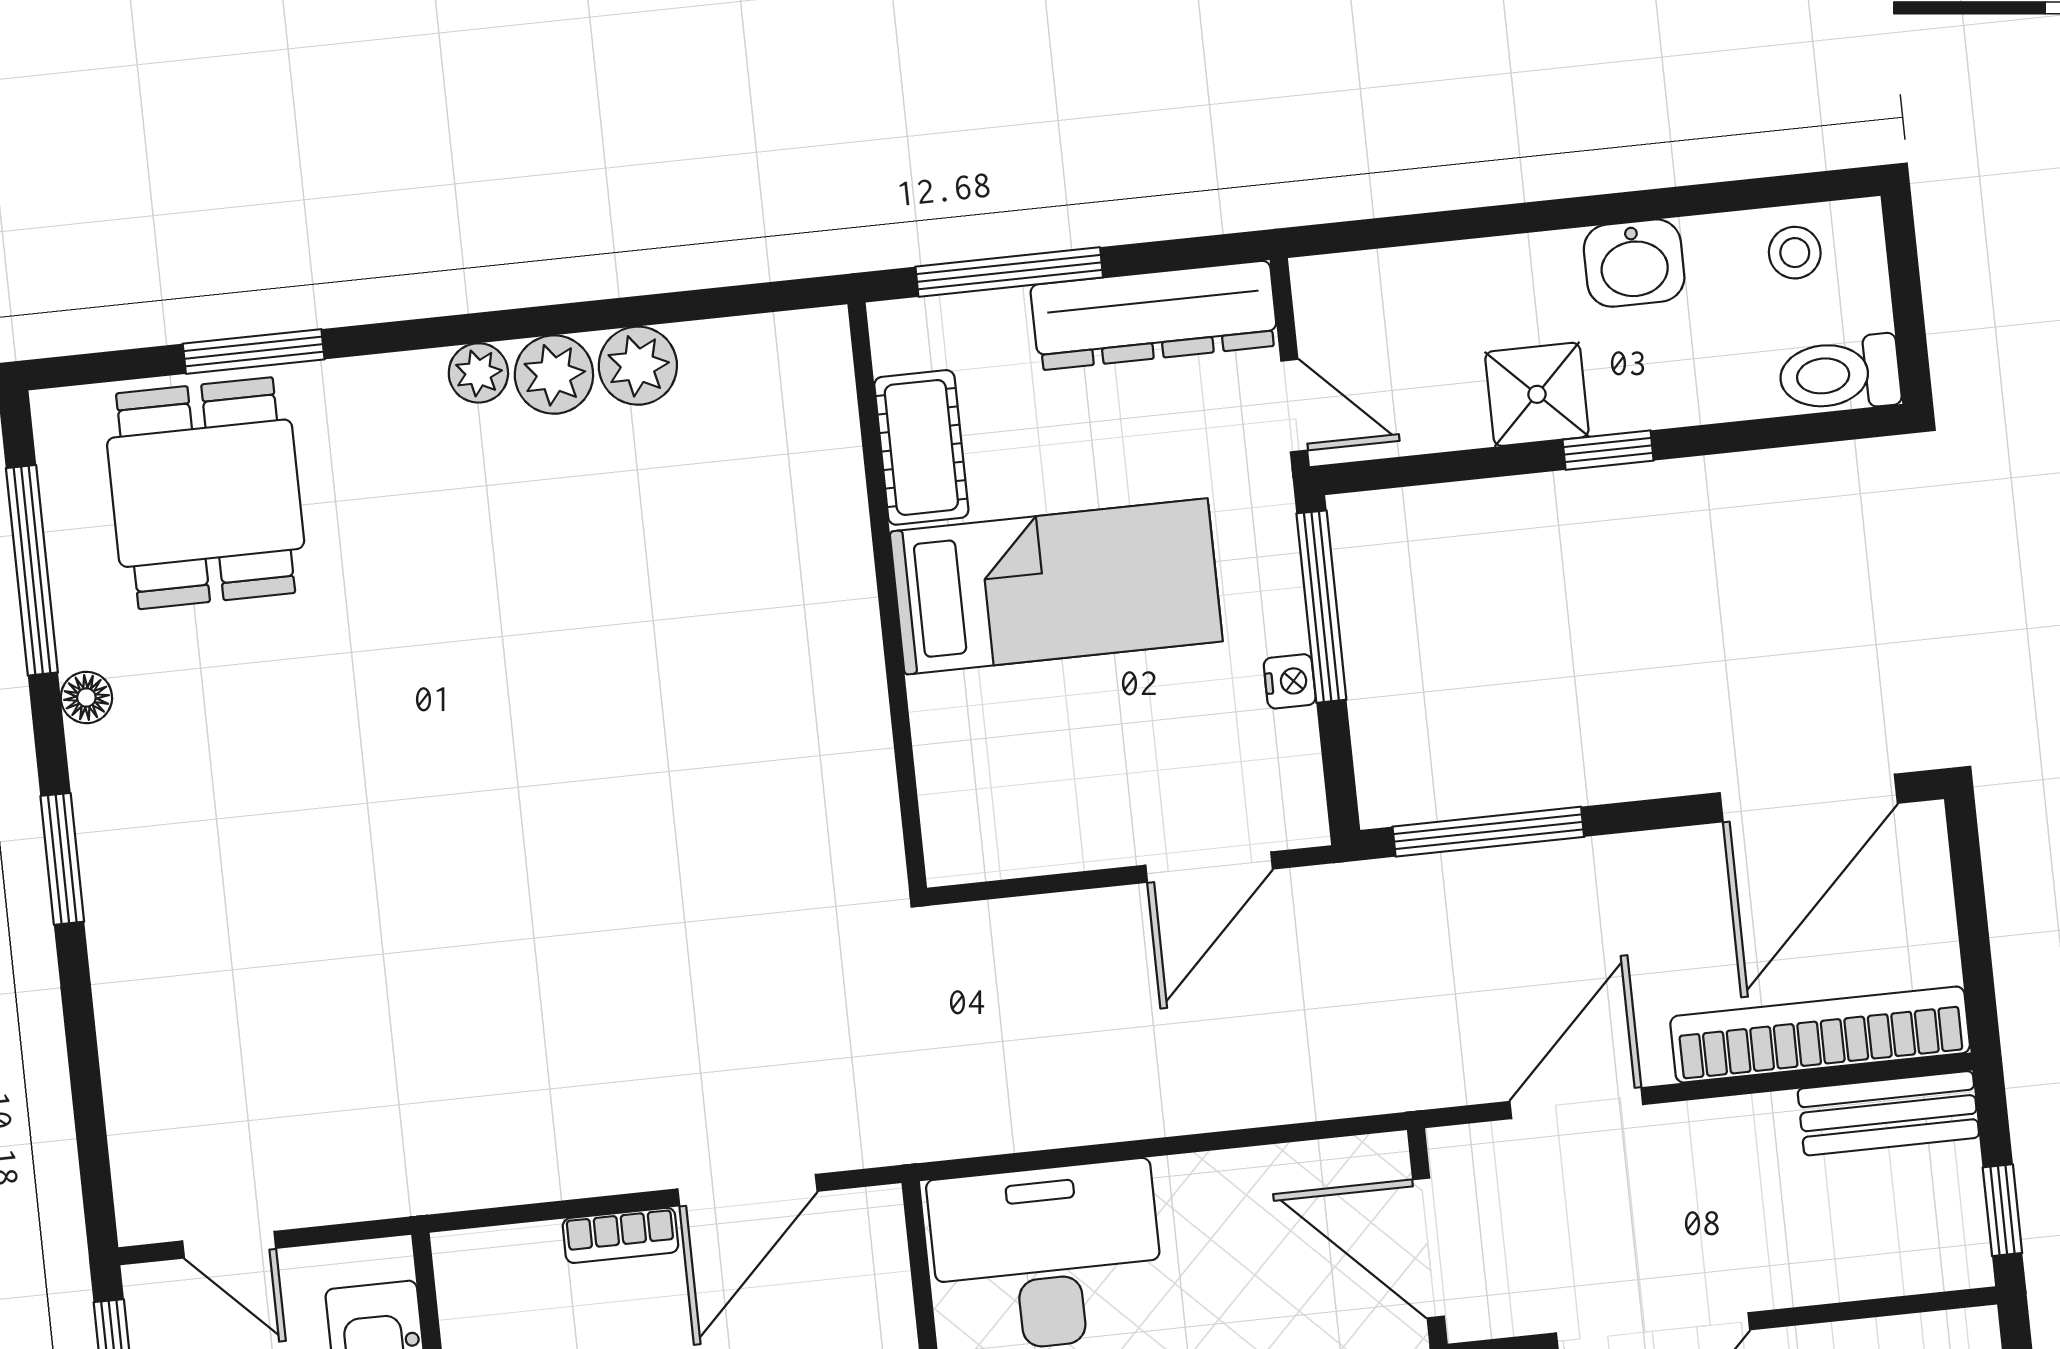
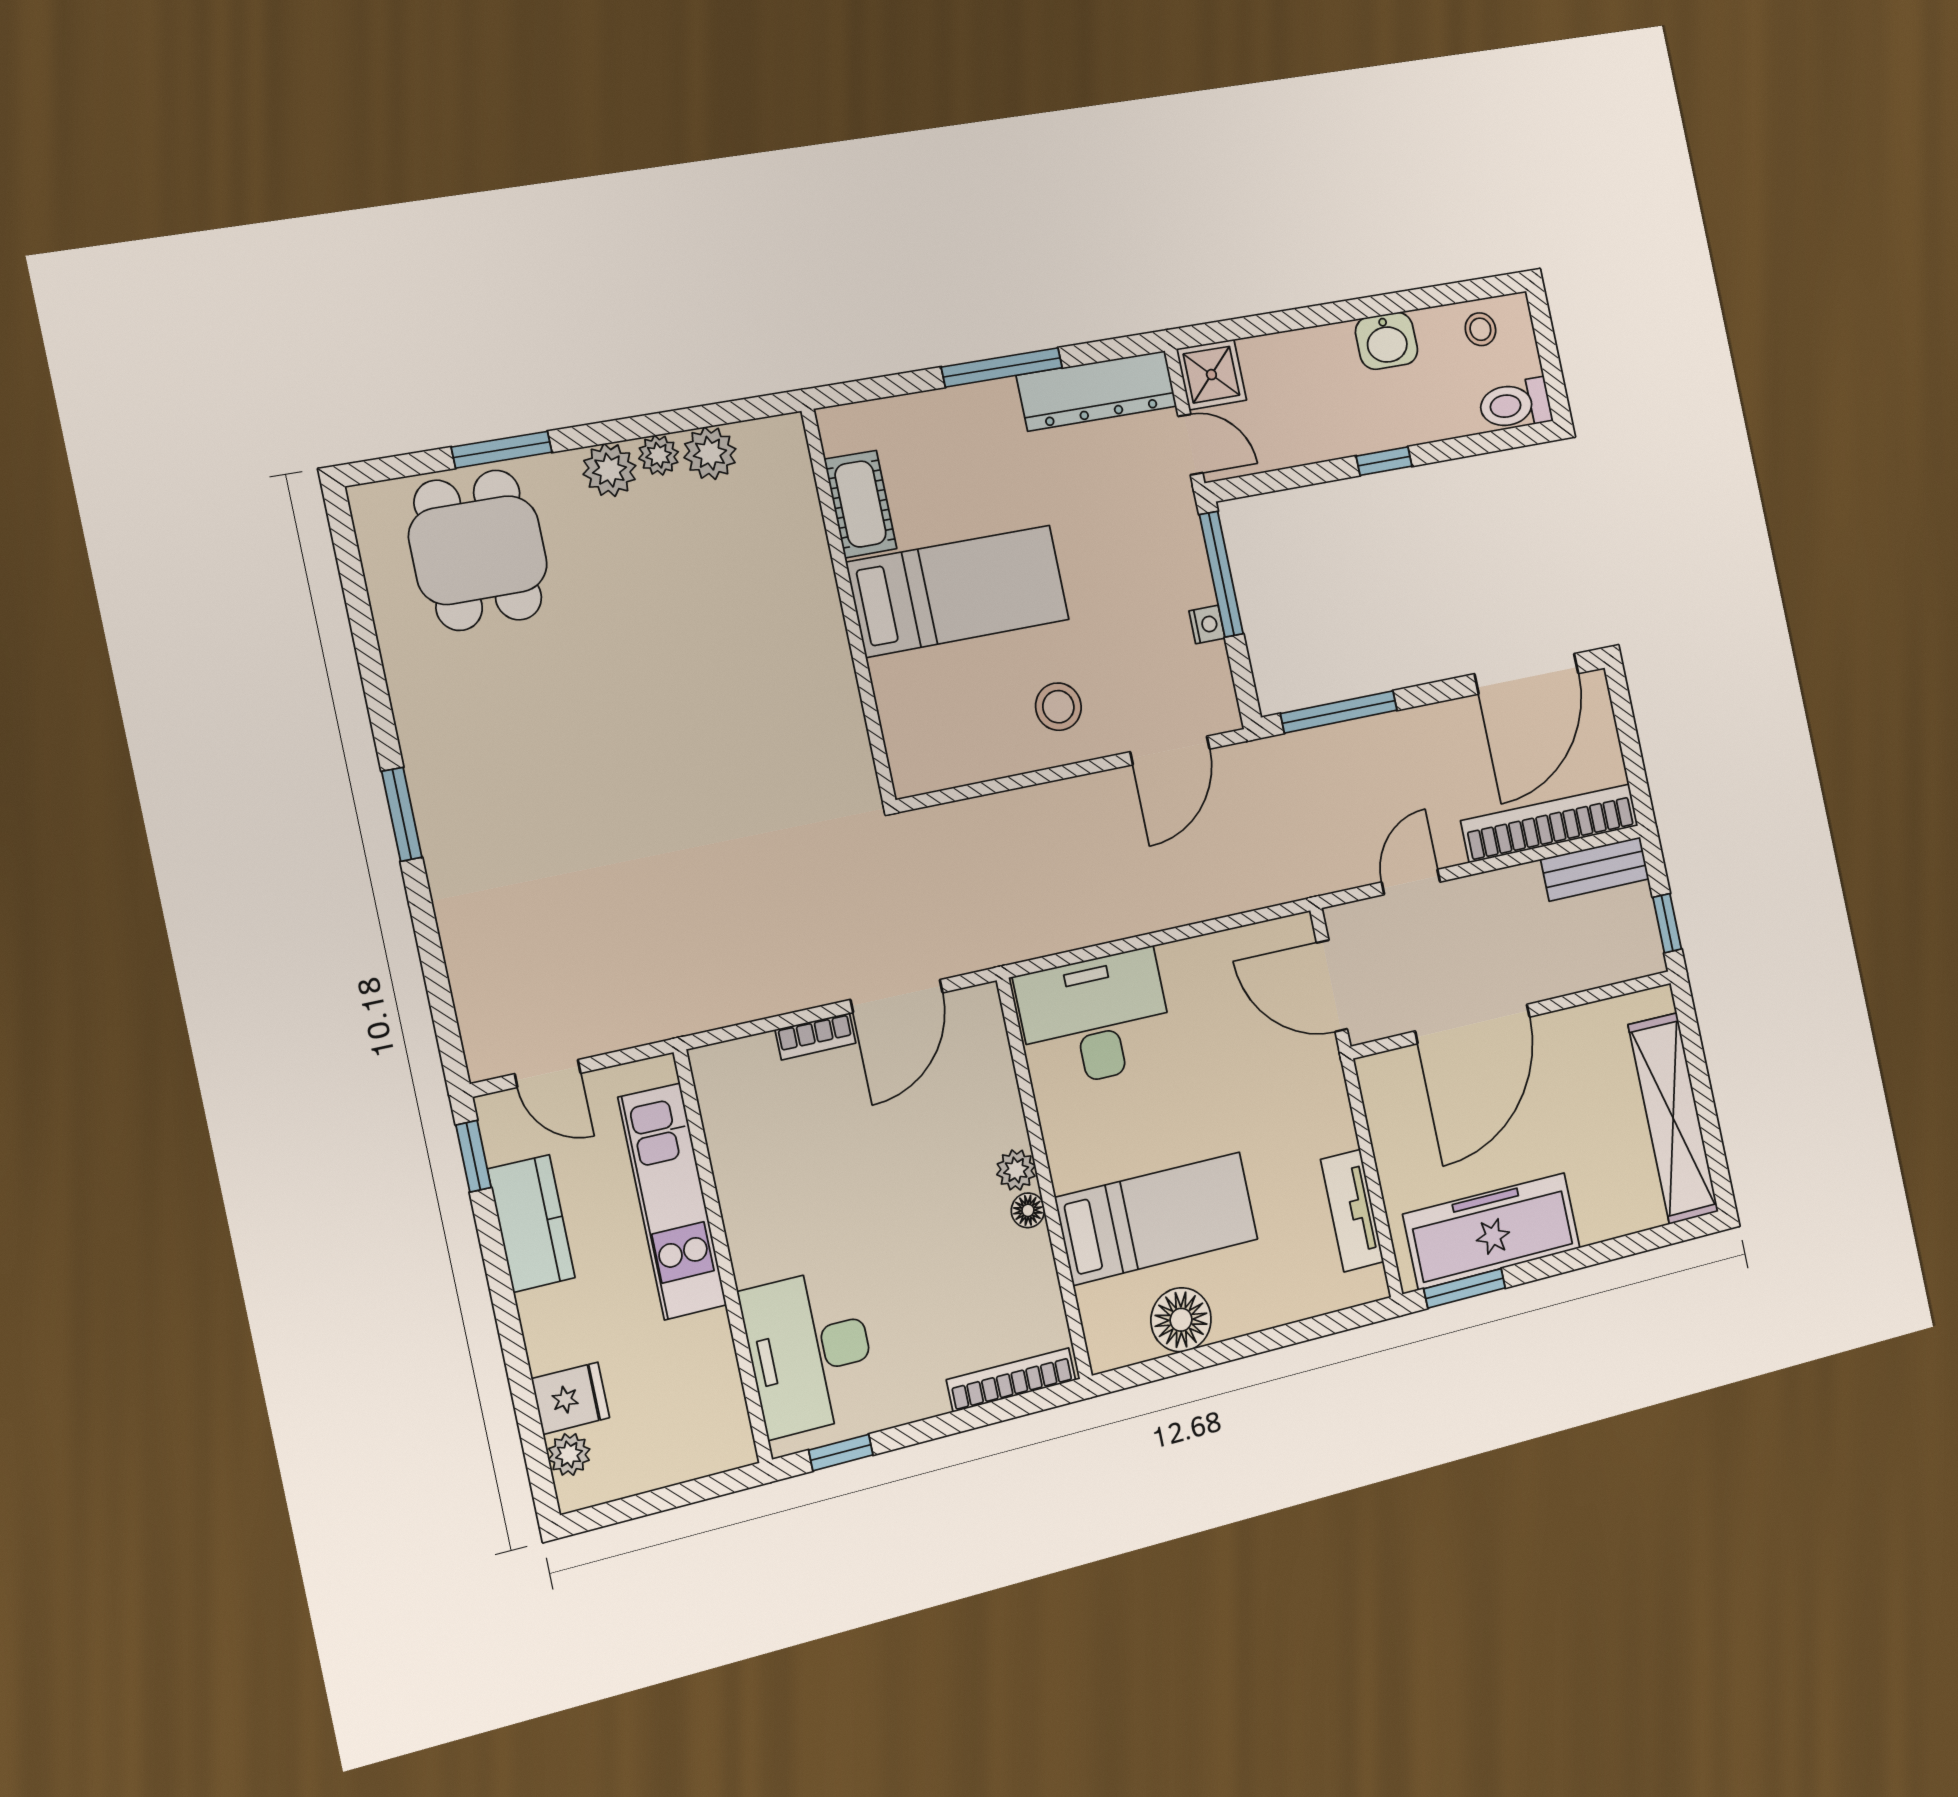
plant: (638, 366) -> (609, 470), moved
shower: (1537, 394) -> (1211, 375), moved
cot: (921, 447) -> (861, 504), moved
window: (32, 570) -> (360, 613), removed
bed: (1056, 586) -> (958, 591), moved
wall: (887, 596) -> (848, 606), moved
floor lamp: (86, 697) -> (408, 699), removed
stool: (1041, 787) -> (1058, 707), added
door: (1576, 1103) -> (1411, 882), width x0.73

